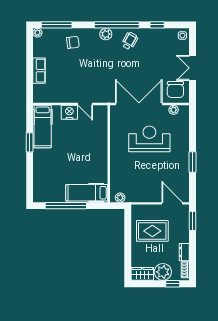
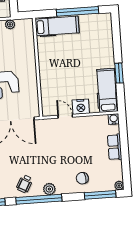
water cooler: (38, 98) -> (114, 119), added
plant: (120, 198) -> (10, 24), moved

